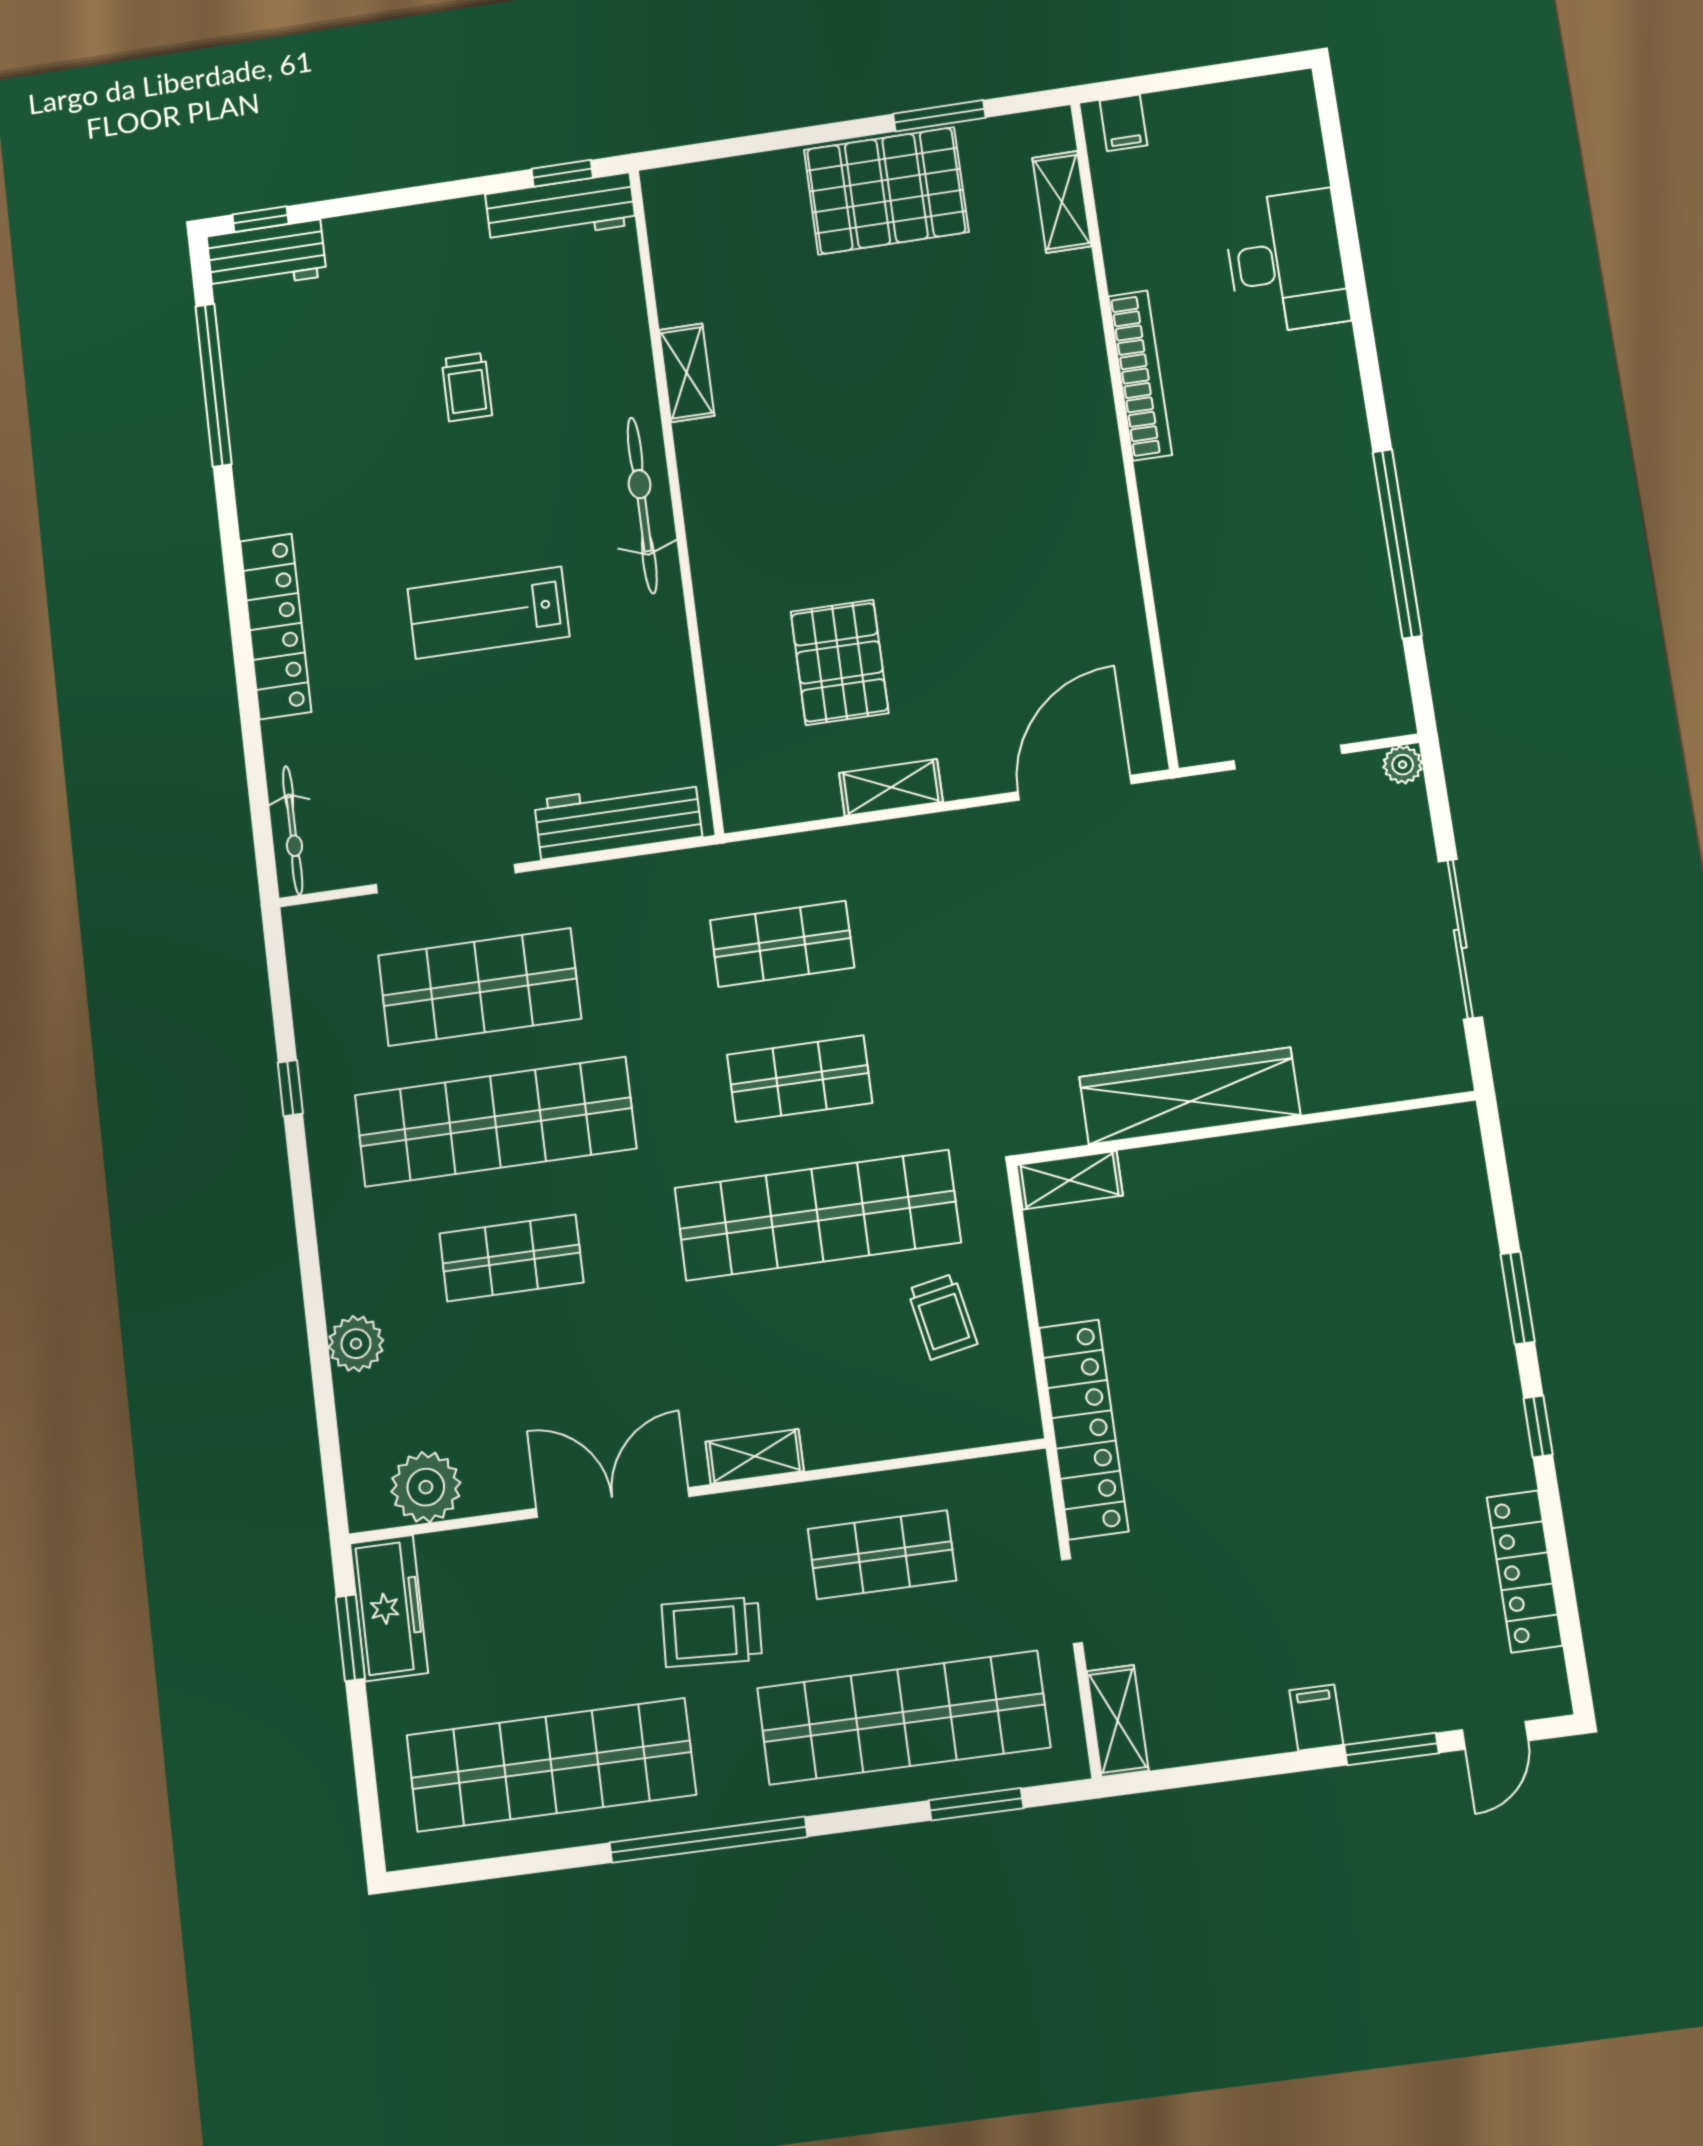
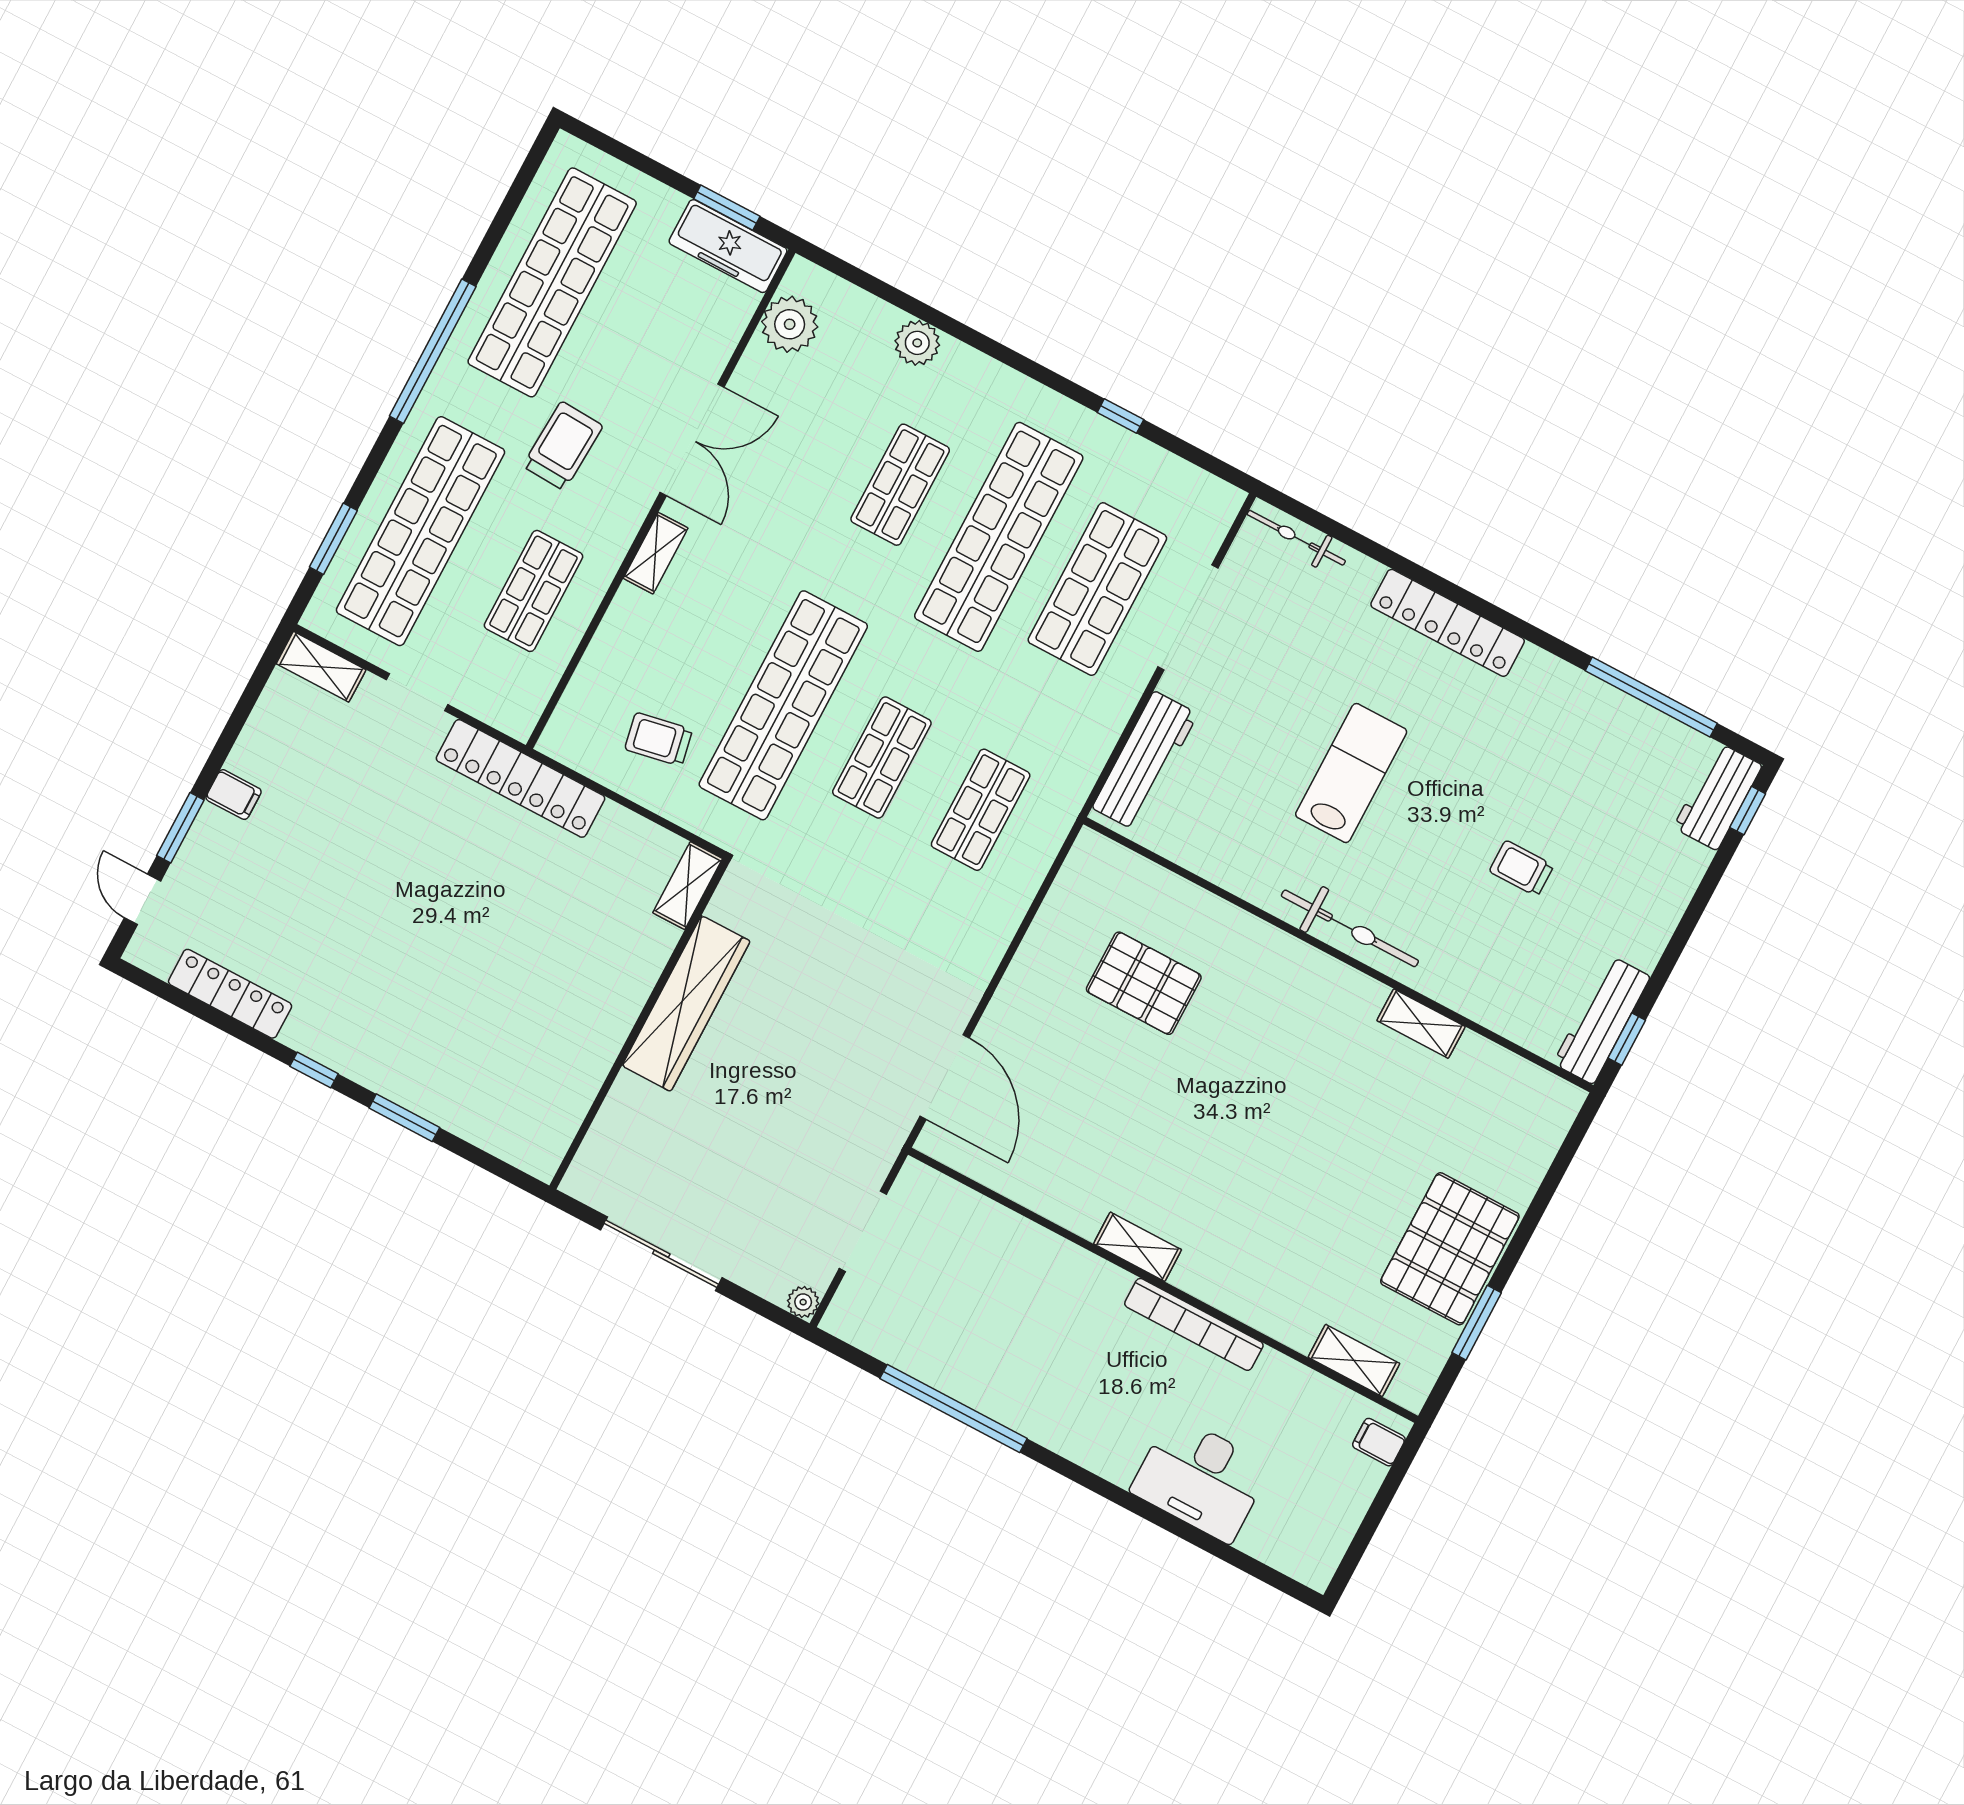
shelving: (891, 787) -> (1138, 1247), moved, turned 90

